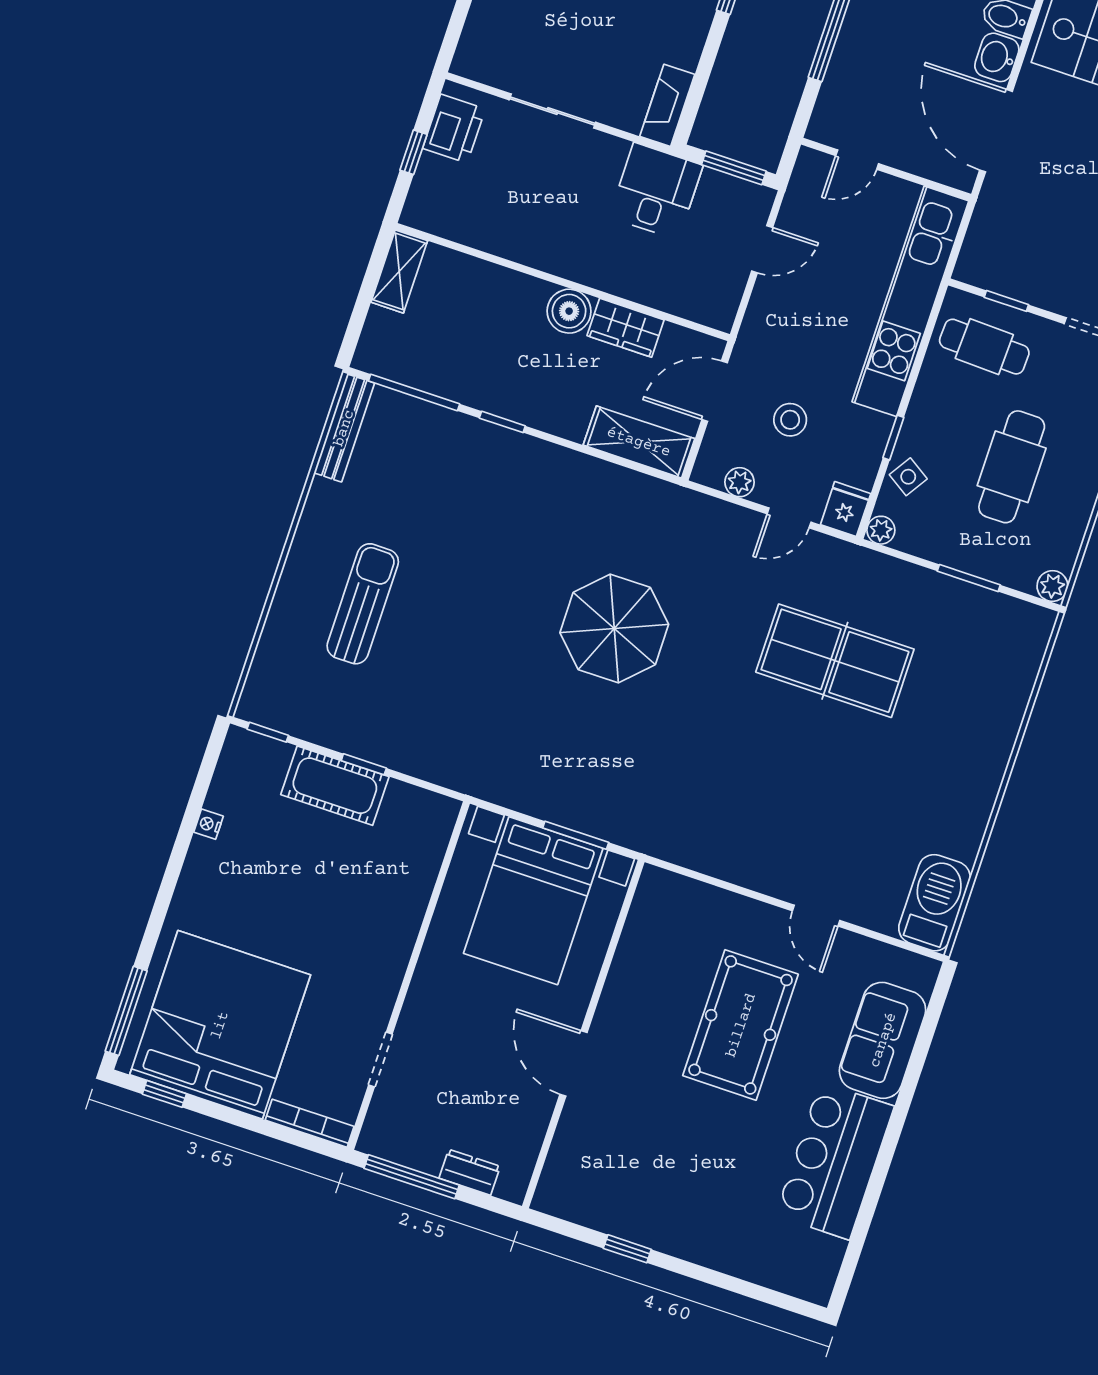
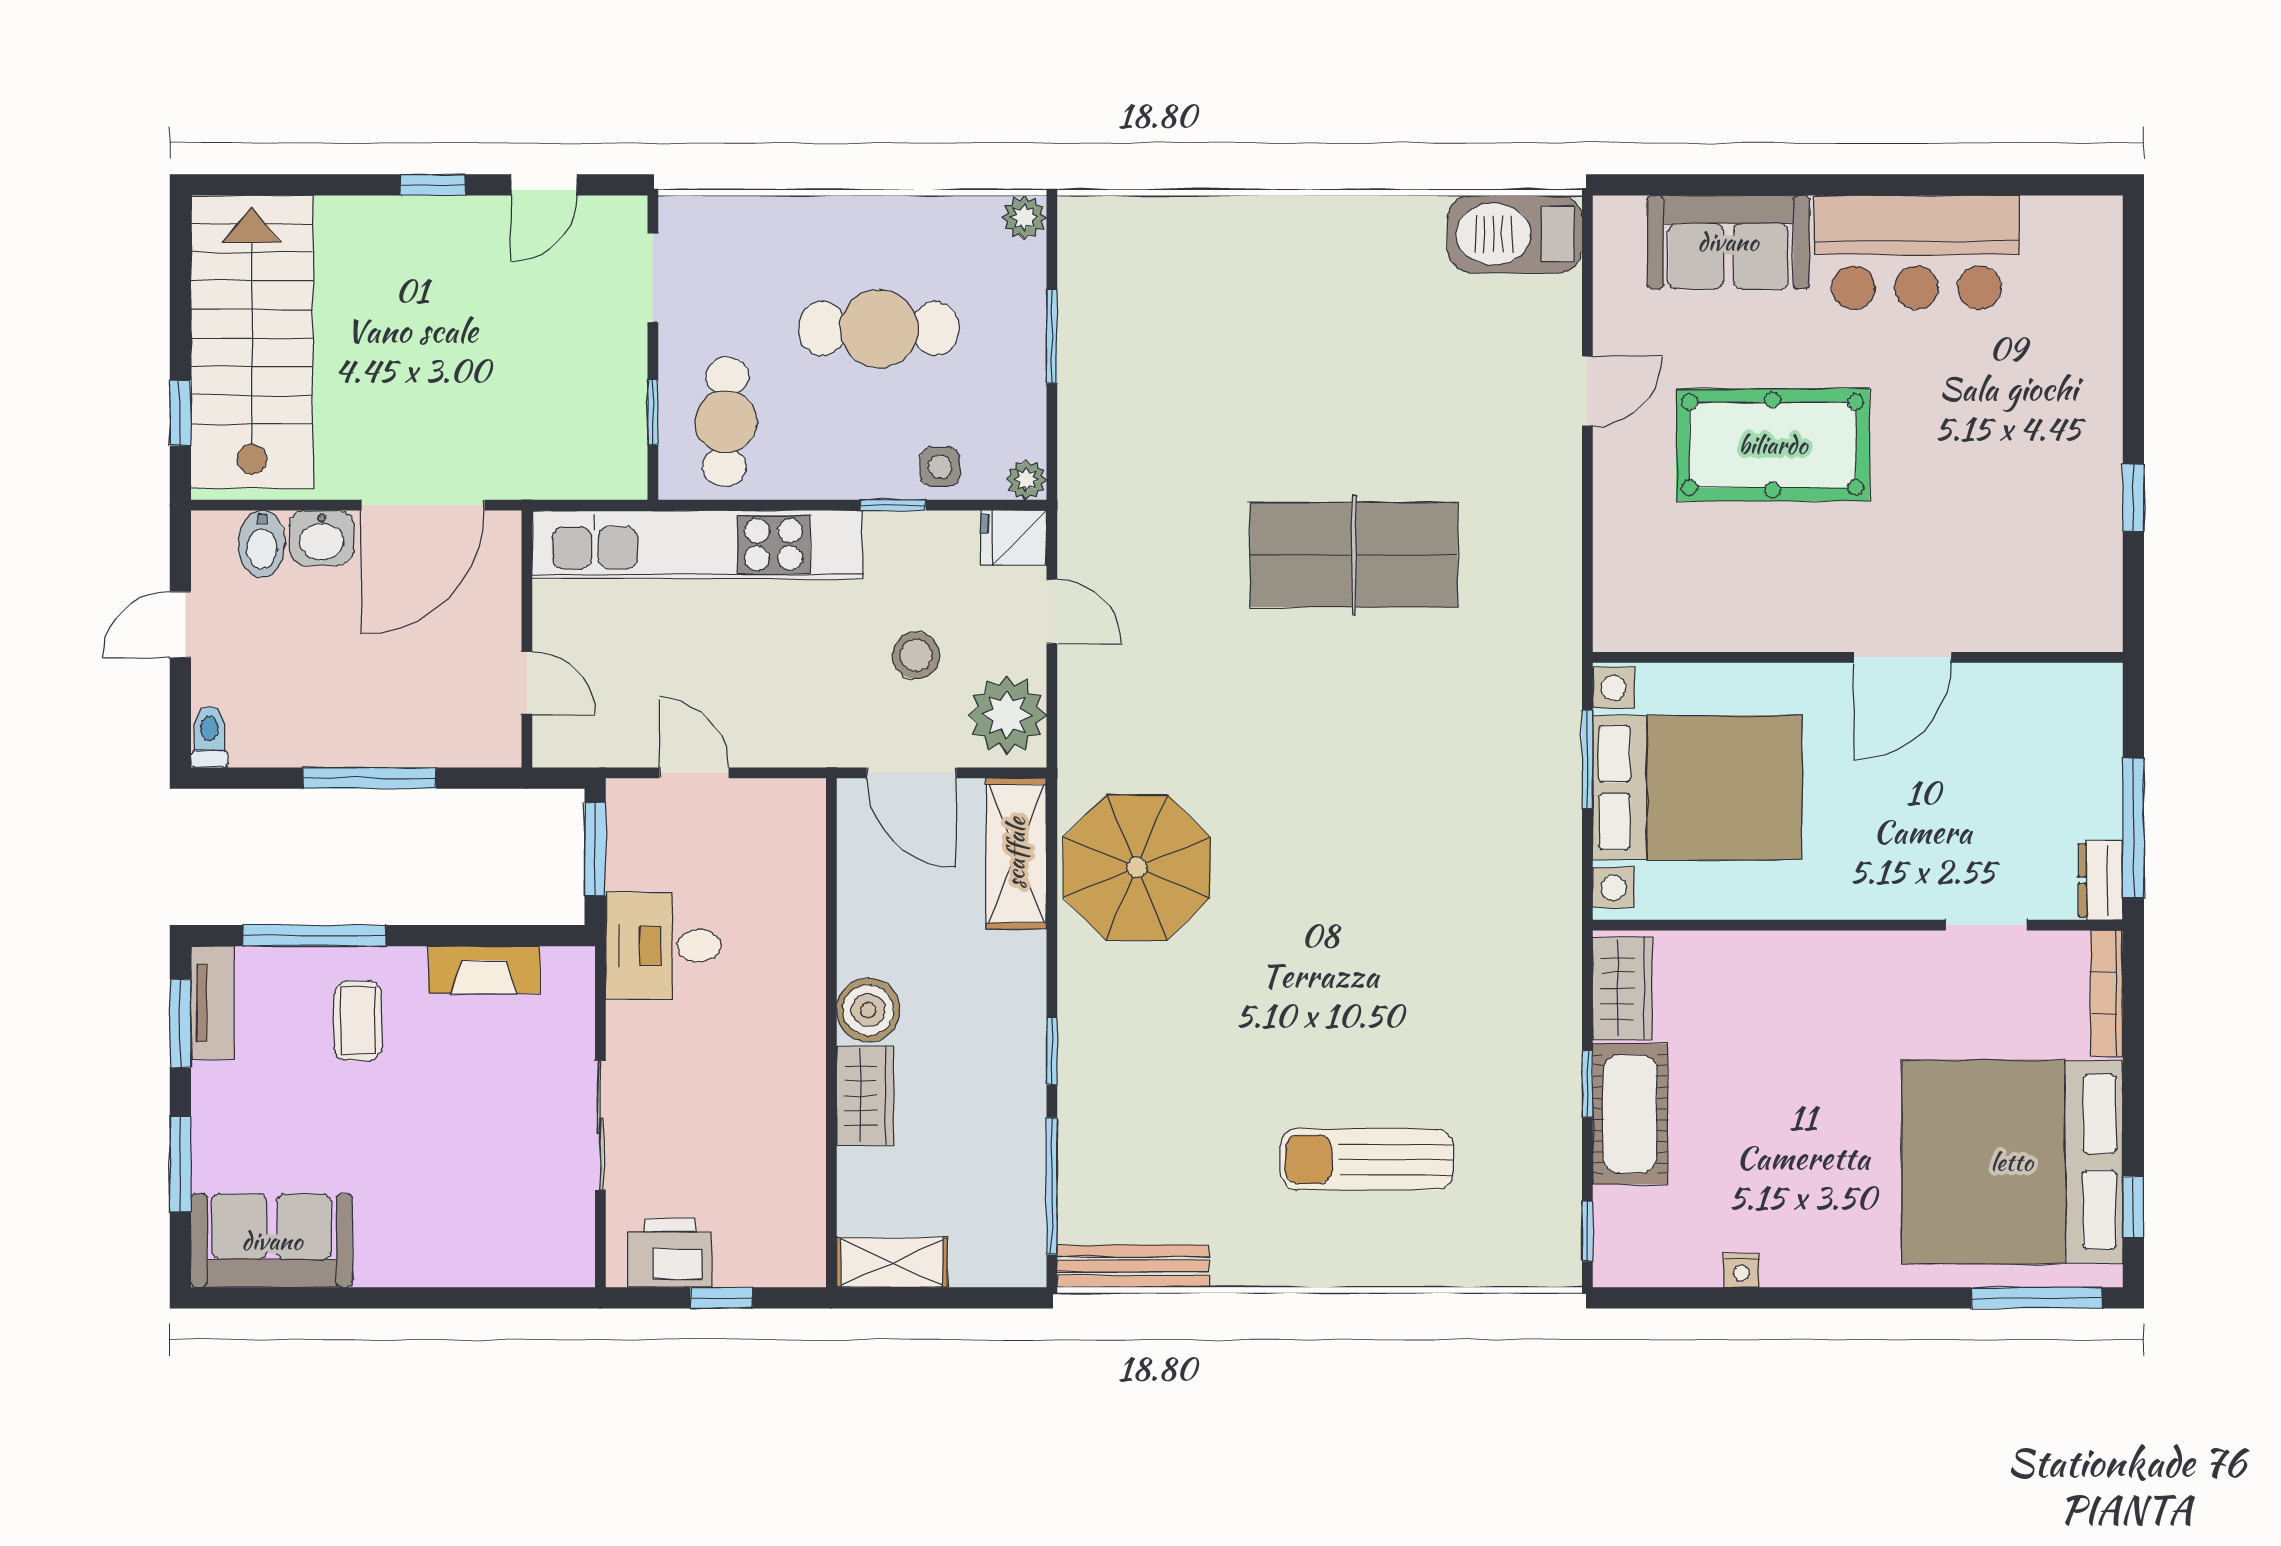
fireplace: (667, 105) -> (484, 970), moved
wardrobe: (626, 328) -> (865, 1096), moved
side table: (908, 477) -> (940, 467), turned -33
plant: (740, 482) -> (1007, 715), width x1.88, depth x1.88
parasol: (614, 629) -> (1137, 867), moved
table tennis table: (835, 661) -> (1354, 555), moved, turned 90
wardrobe: (419, 808) -> (1622, 988), added
dresser: (470, 1172) -> (2100, 880), moved

